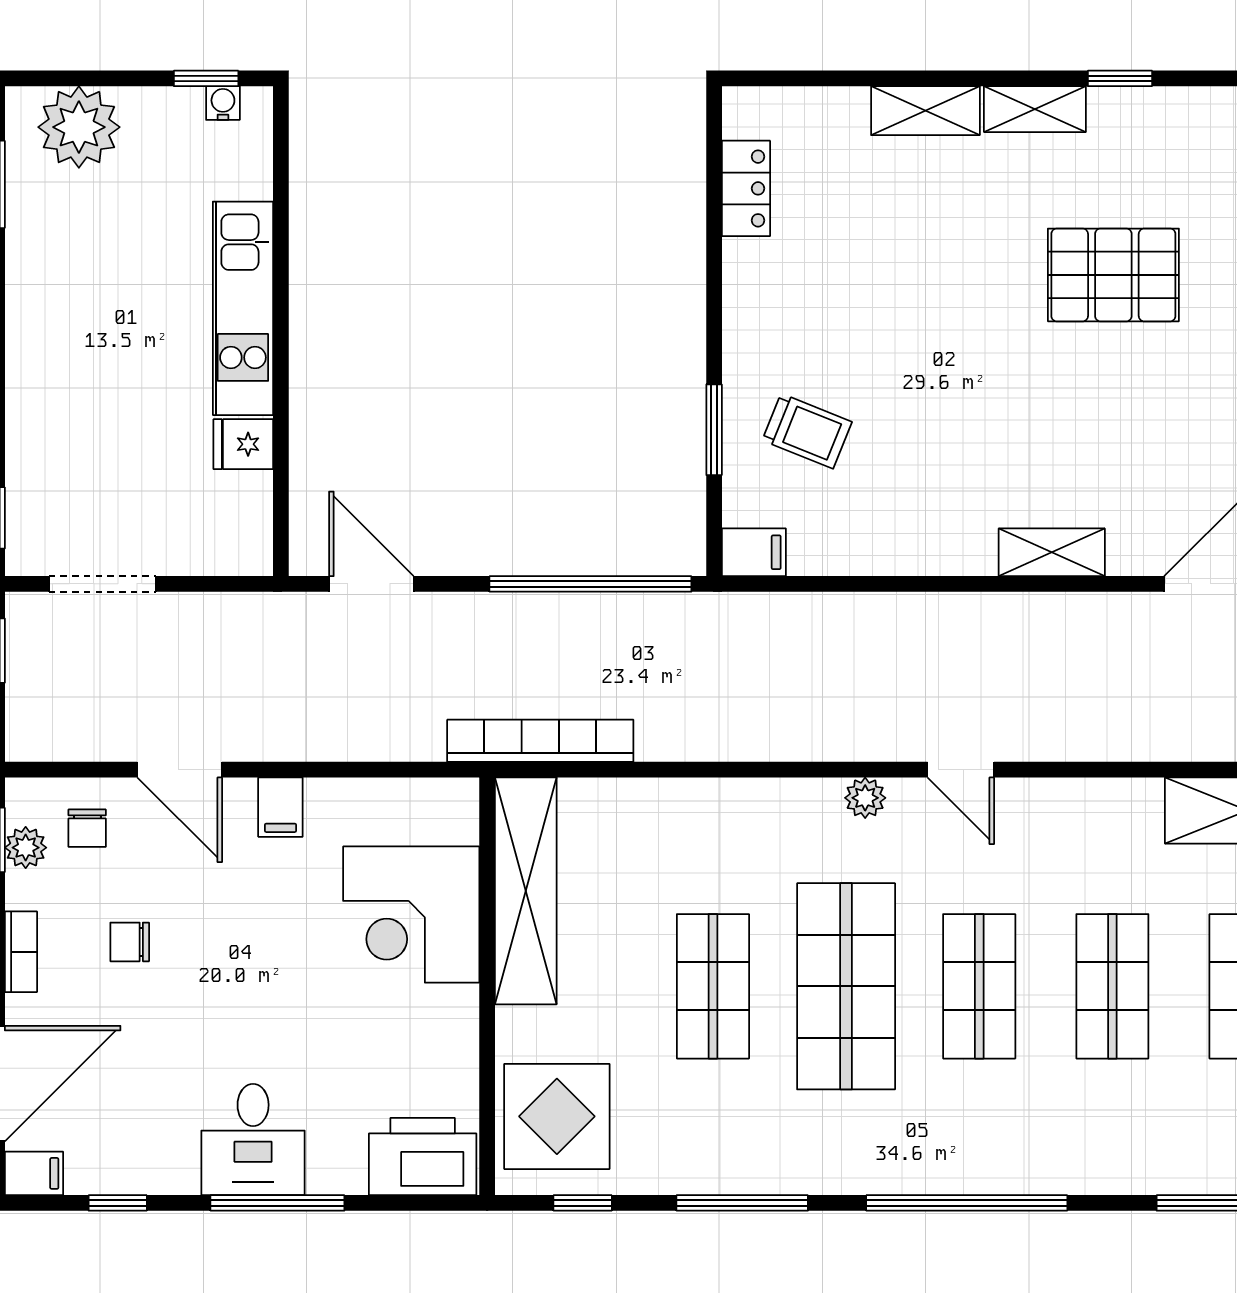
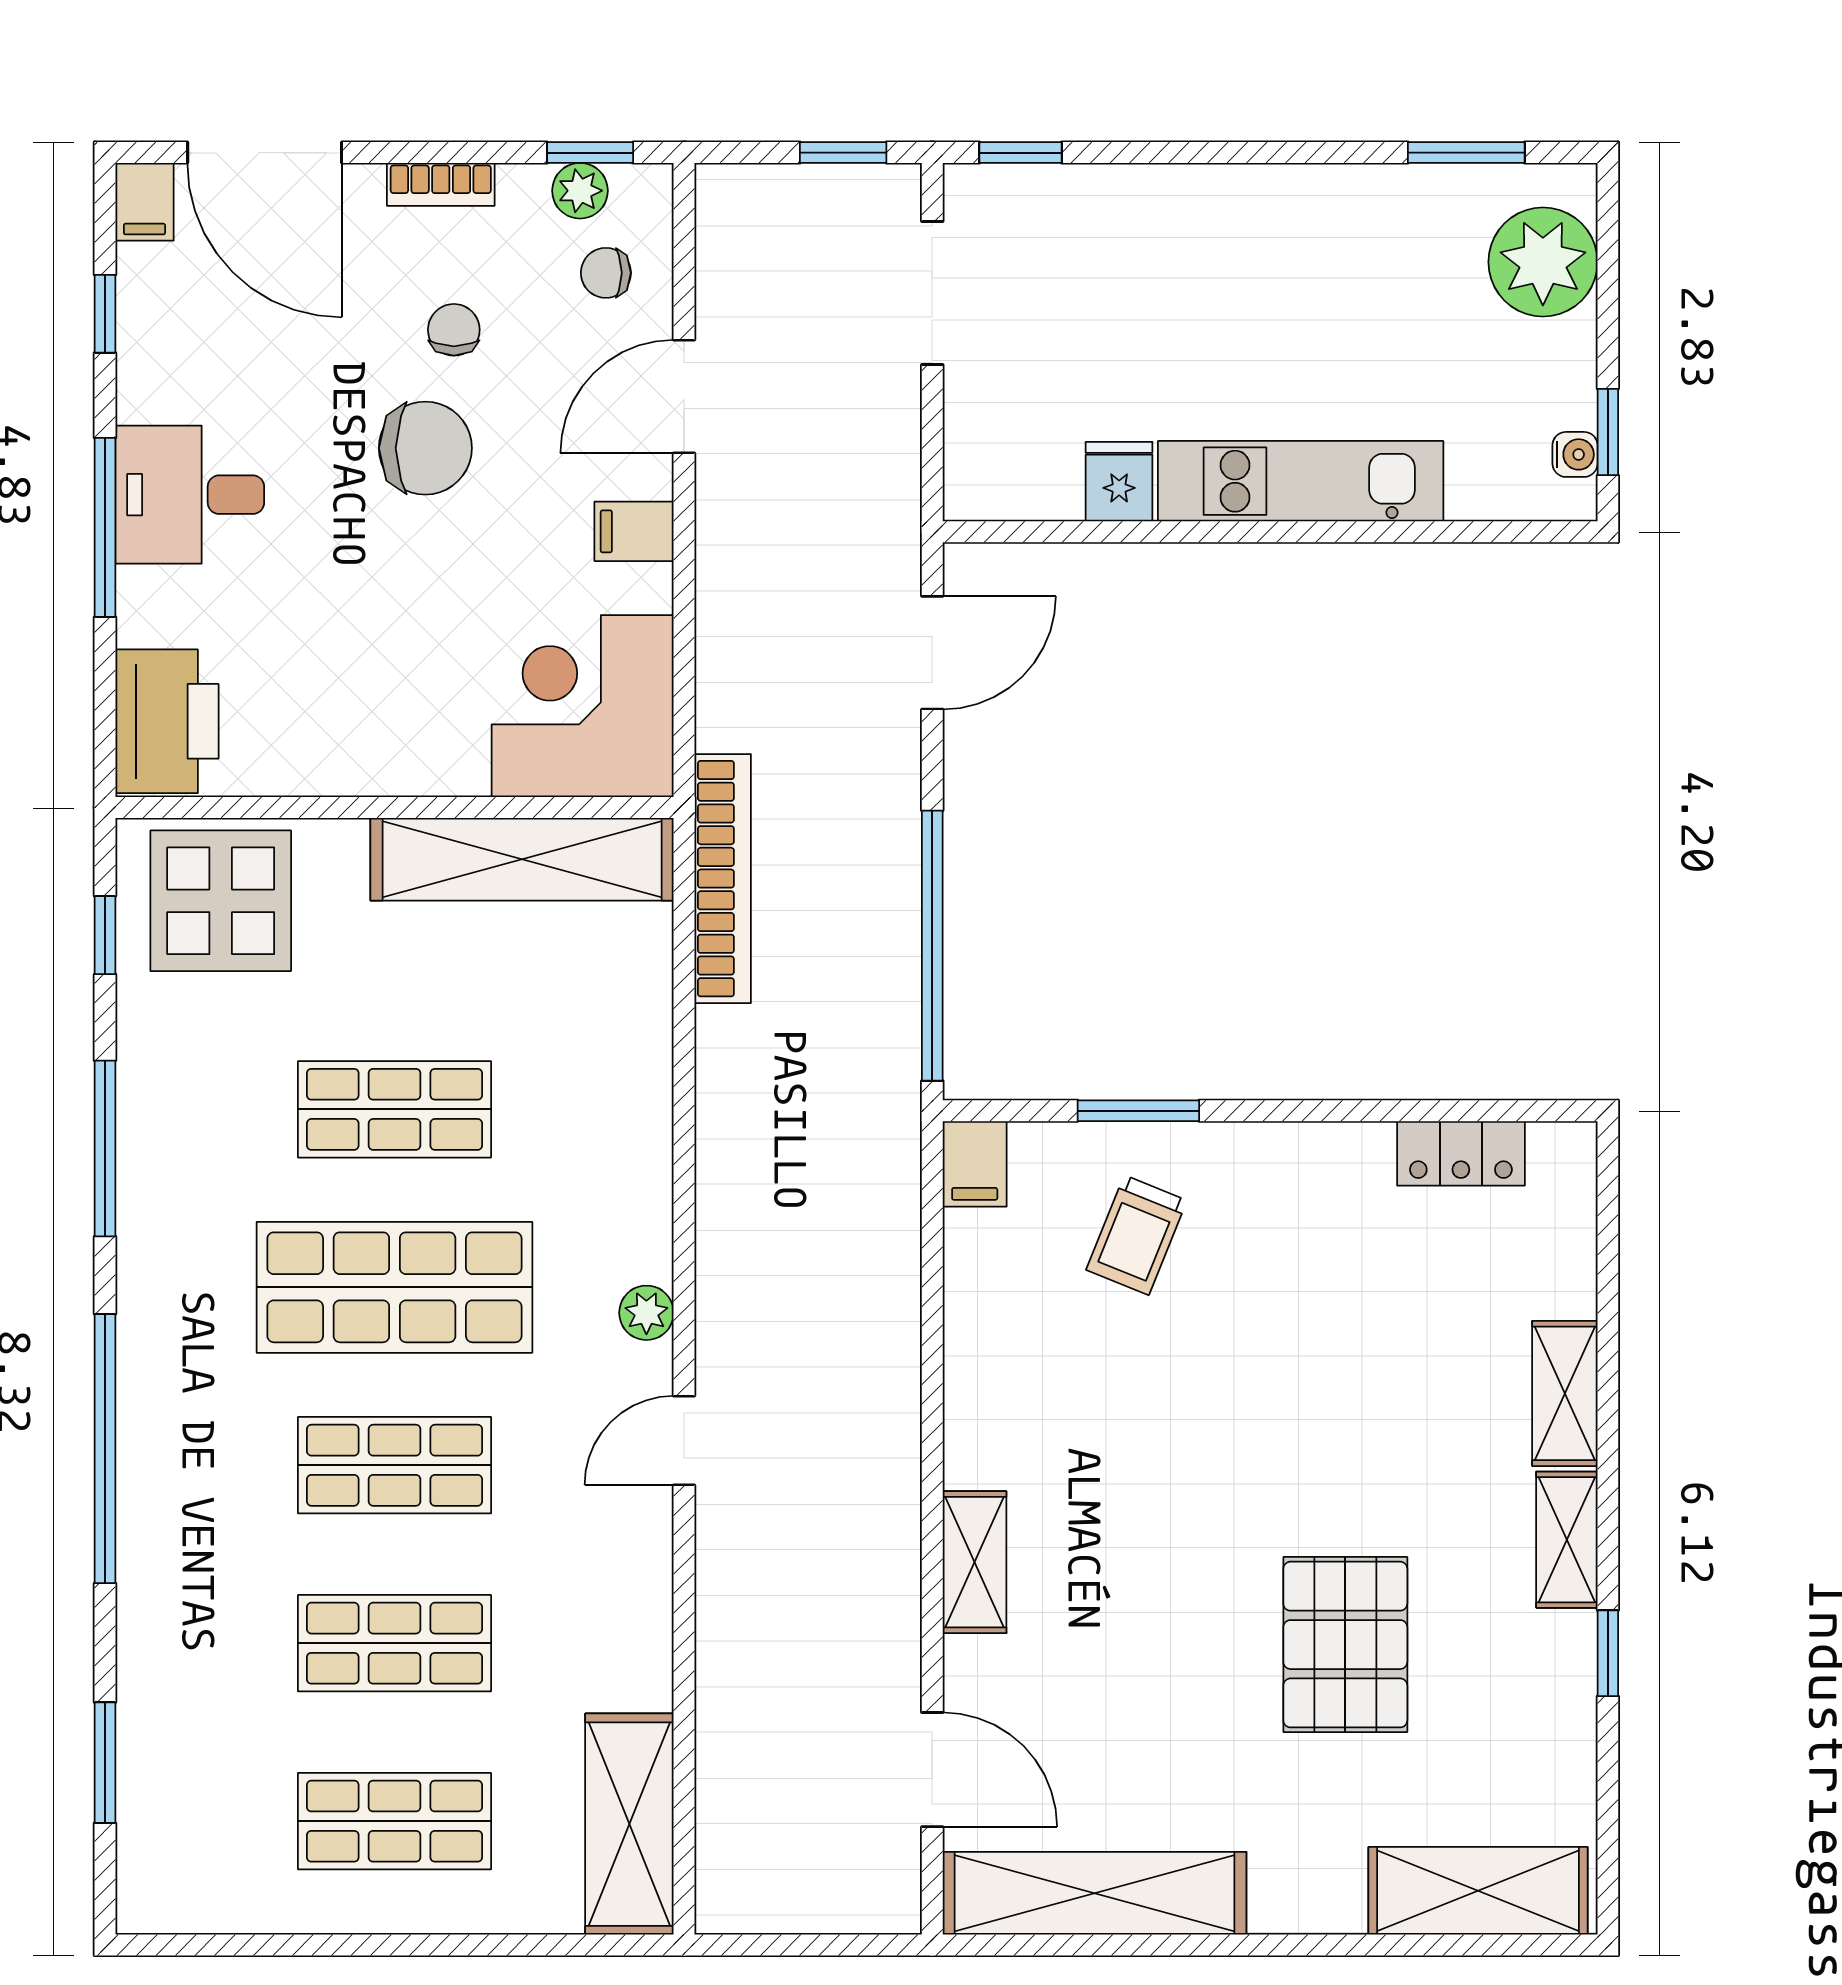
corner desk: (411, 915) -> (583, 706), moved
chair: (218, 963) -> (425, 448), added

